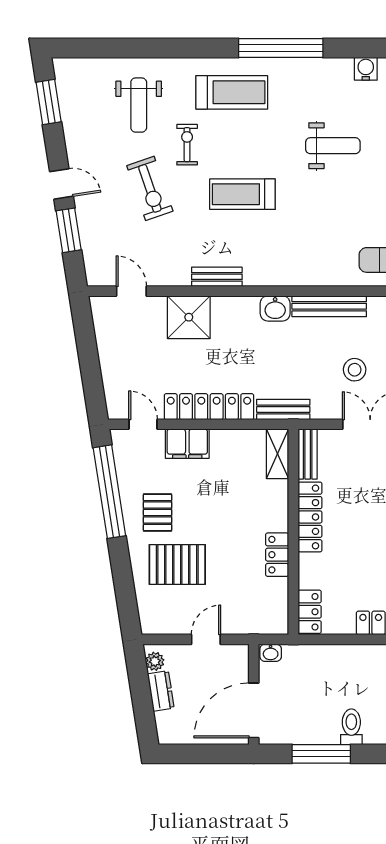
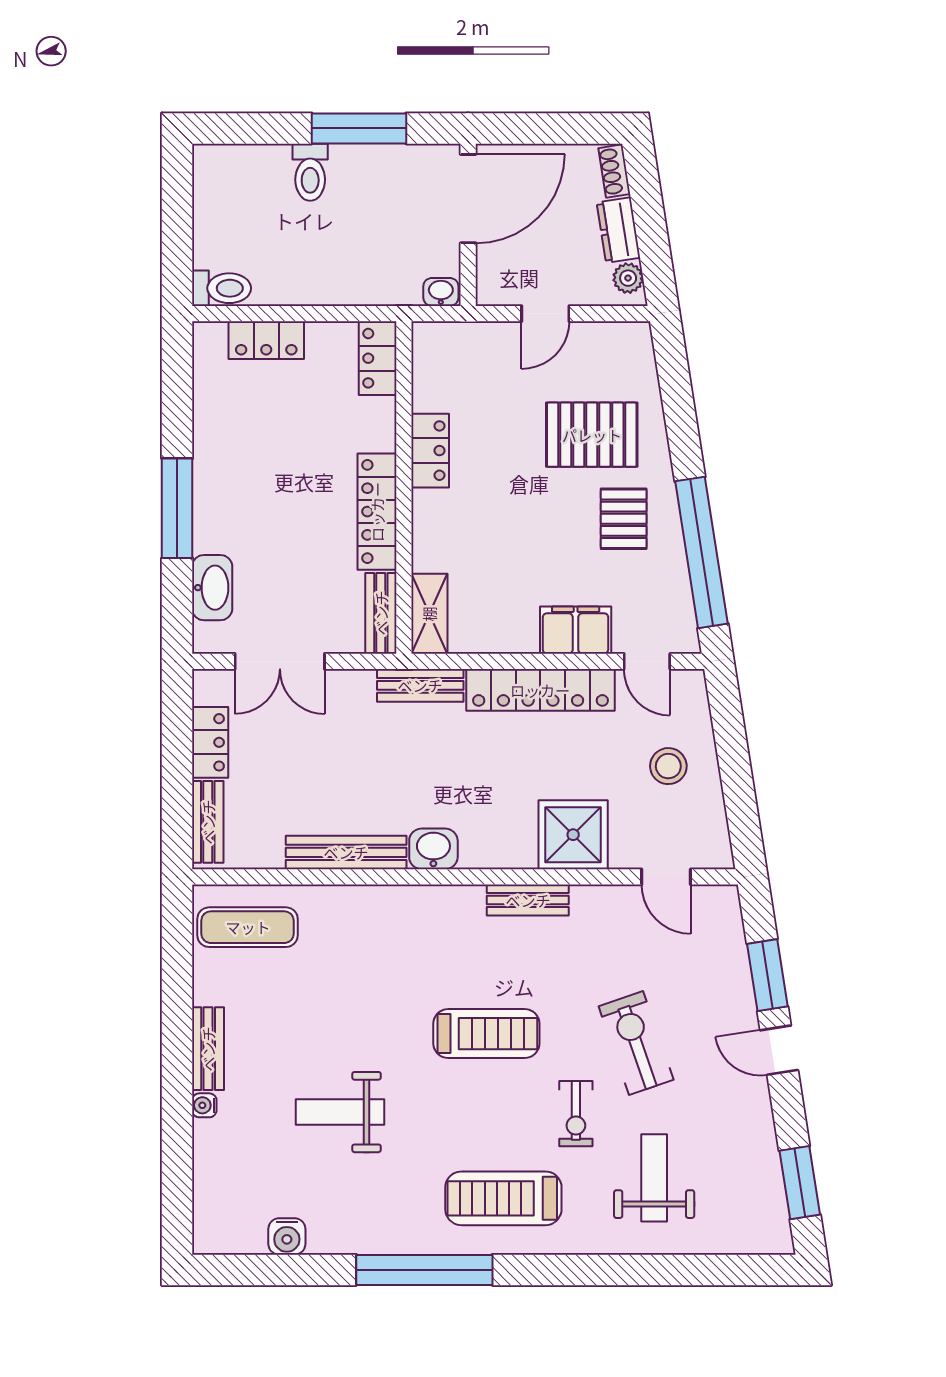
stool: (355, 370) -> (668, 766), moved
shoe rack: (163, 727) -> (614, 171), added

